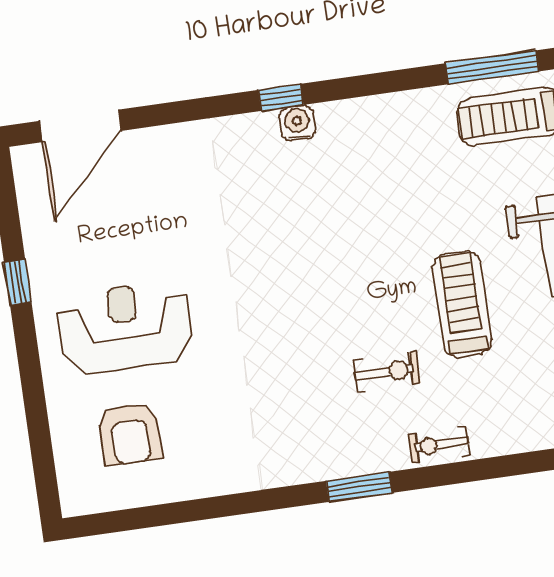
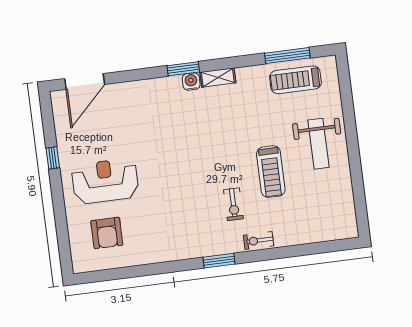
window: (281, 97) -> (183, 69), width x1.50
shelving: (352, 114) -> (218, 77), added
treadmill: (462, 304) -> (271, 172), turned 180
exercise bike: (387, 372) -> (233, 204), turned 90

